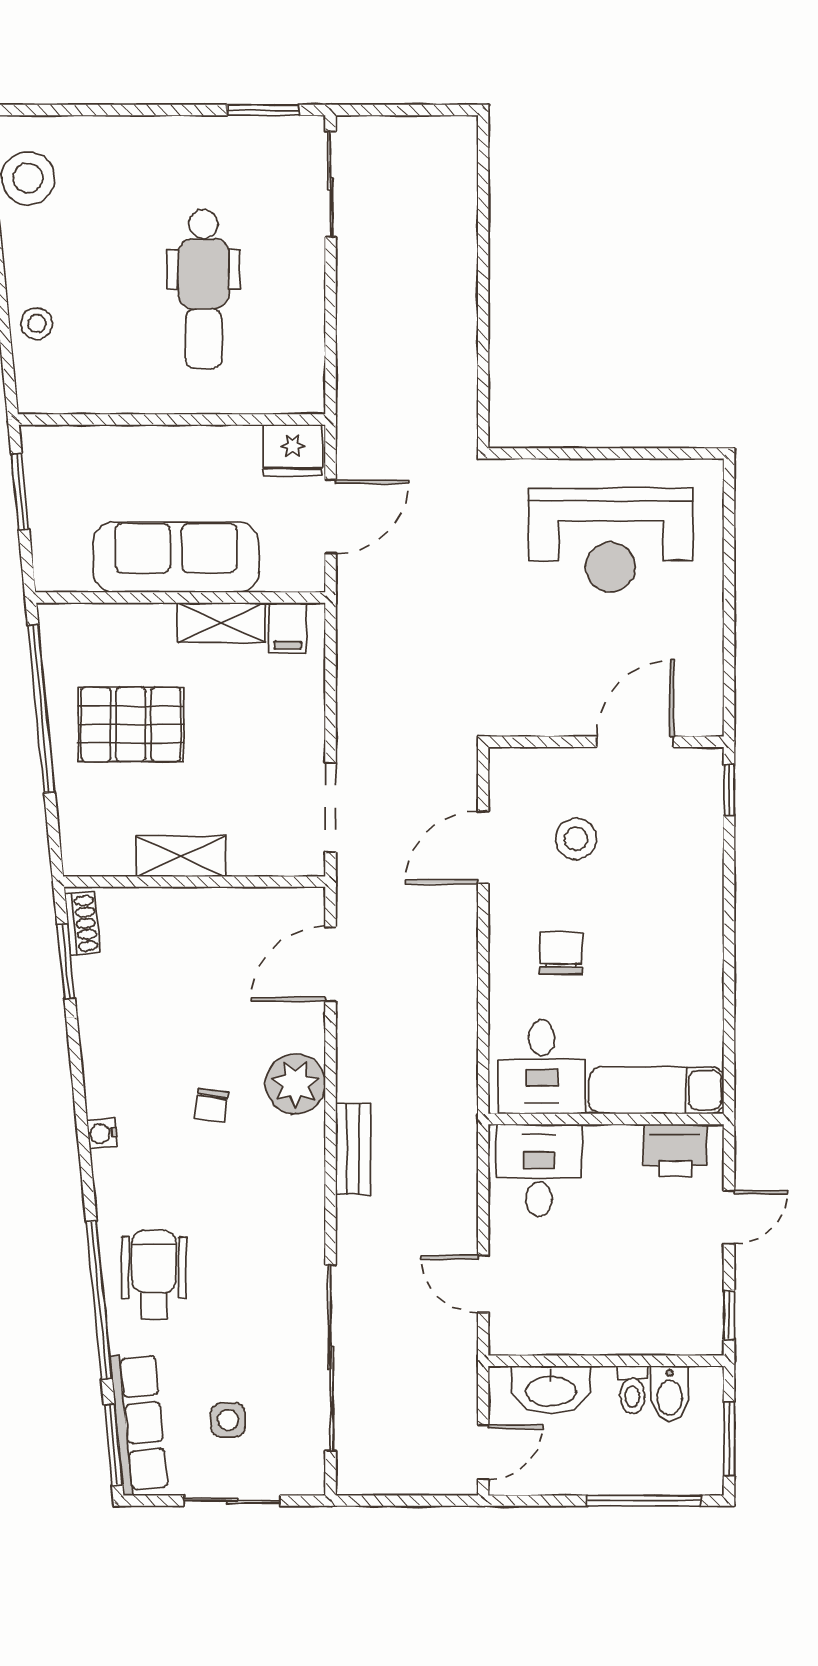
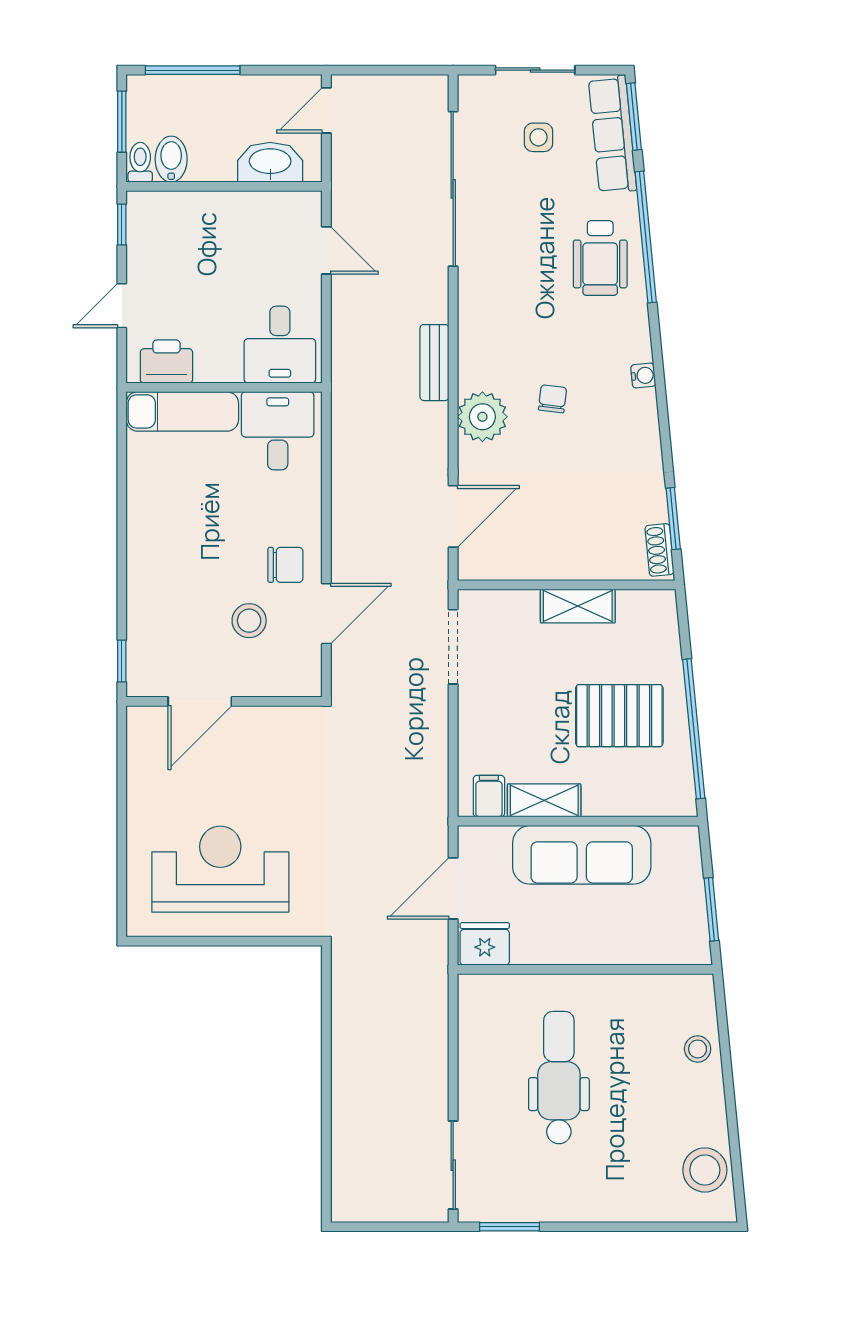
chair: (561, 953) -> (285, 565), moved, turned -90
toilet: (632, 1390) -> (140, 162), moved

